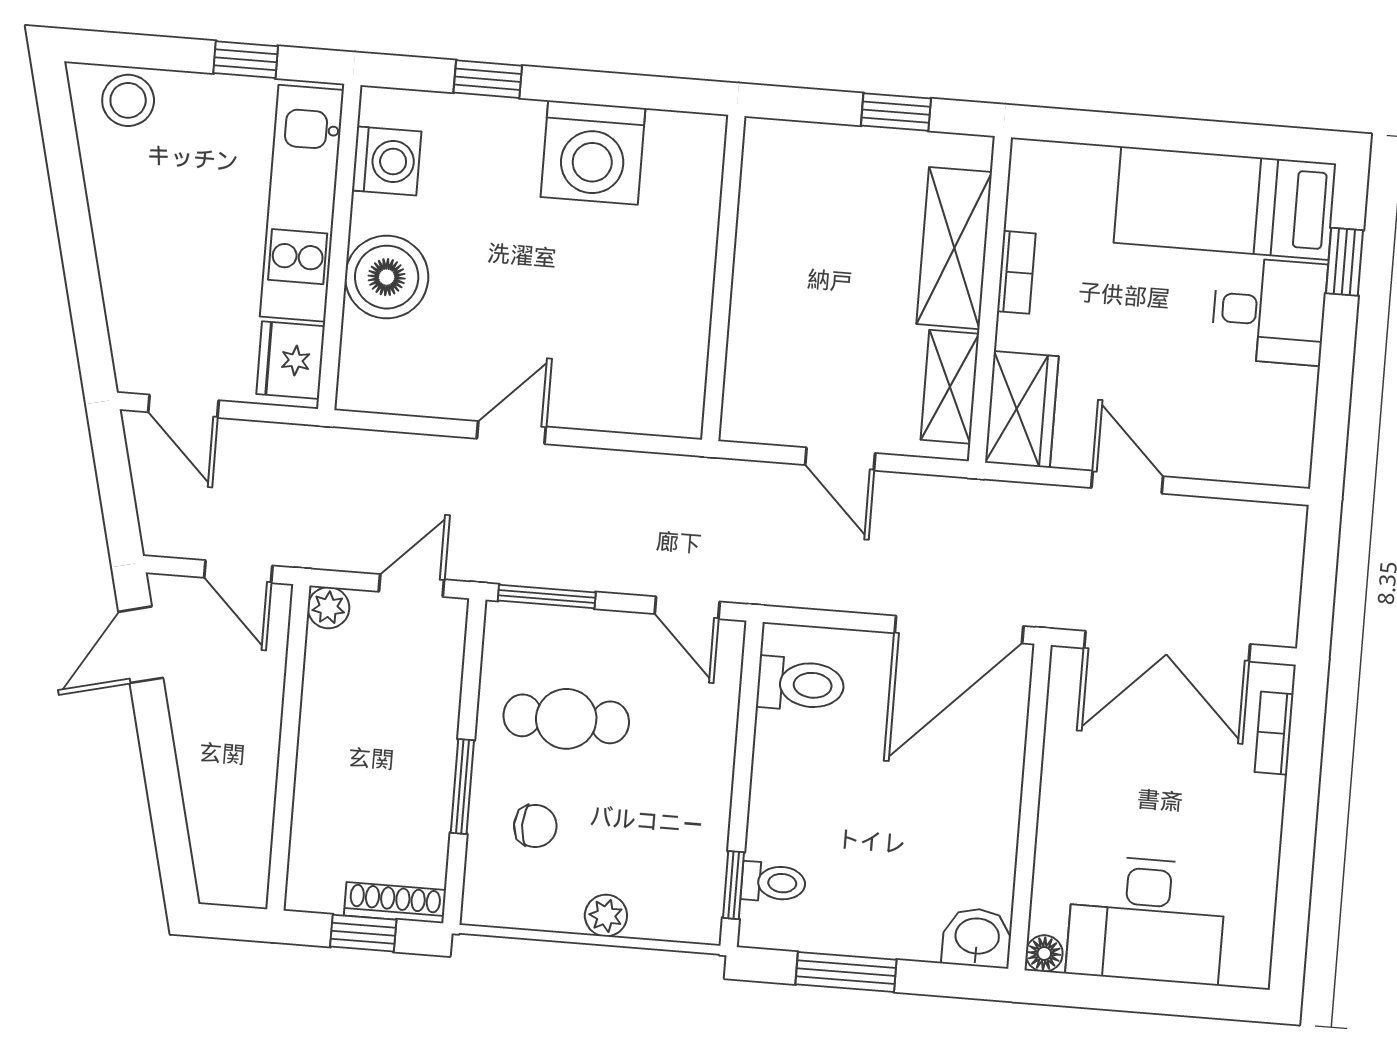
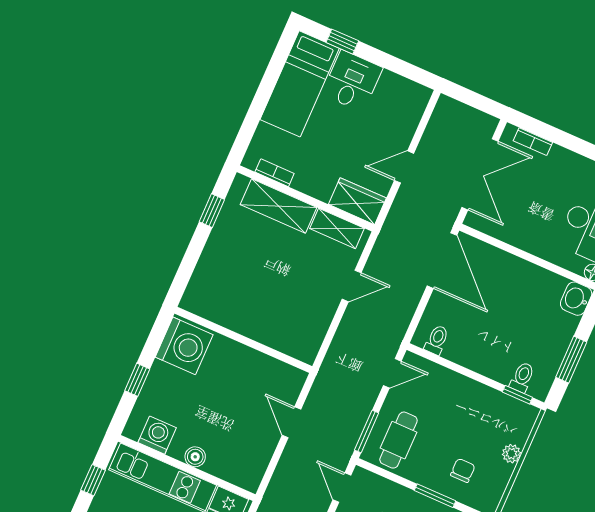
bookcase: (1016, 272) -> (275, 173), moved
boiler: (387, 277) -> (195, 457), width x0.54, depth x0.54
wall: (723, 278) -> (243, 340), moved
toilet: (801, 684) -> (437, 340), width x0.73, depth x0.72
cafe table: (566, 719) -> (398, 440), moved

